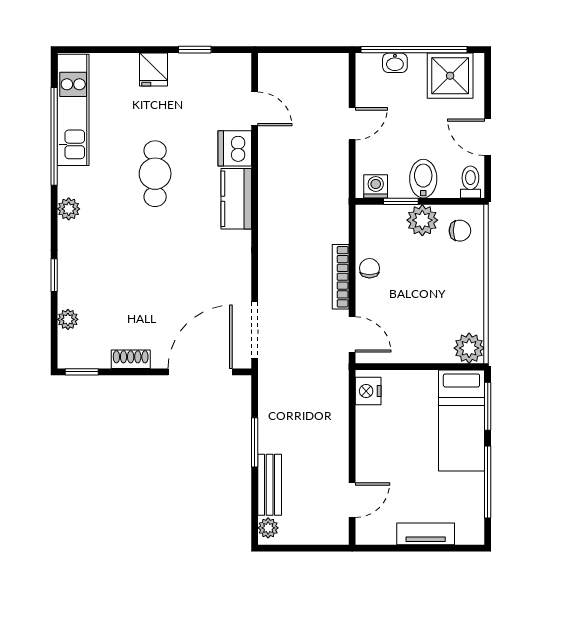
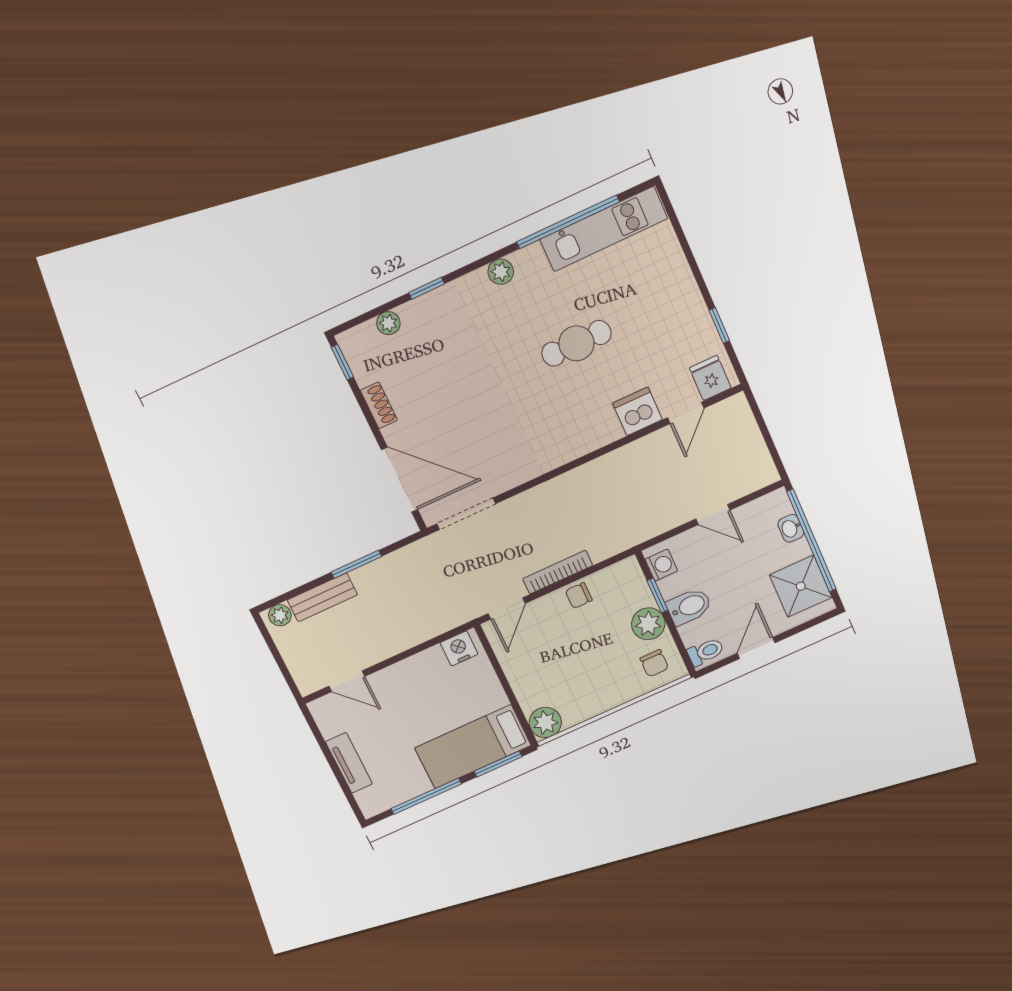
fridge: (154, 70) -> (710, 378), moved, turned 90
kitchen counter: (236, 199) -> (588, 436), removed
chair: (369, 268) -> (579, 596), turned 180

